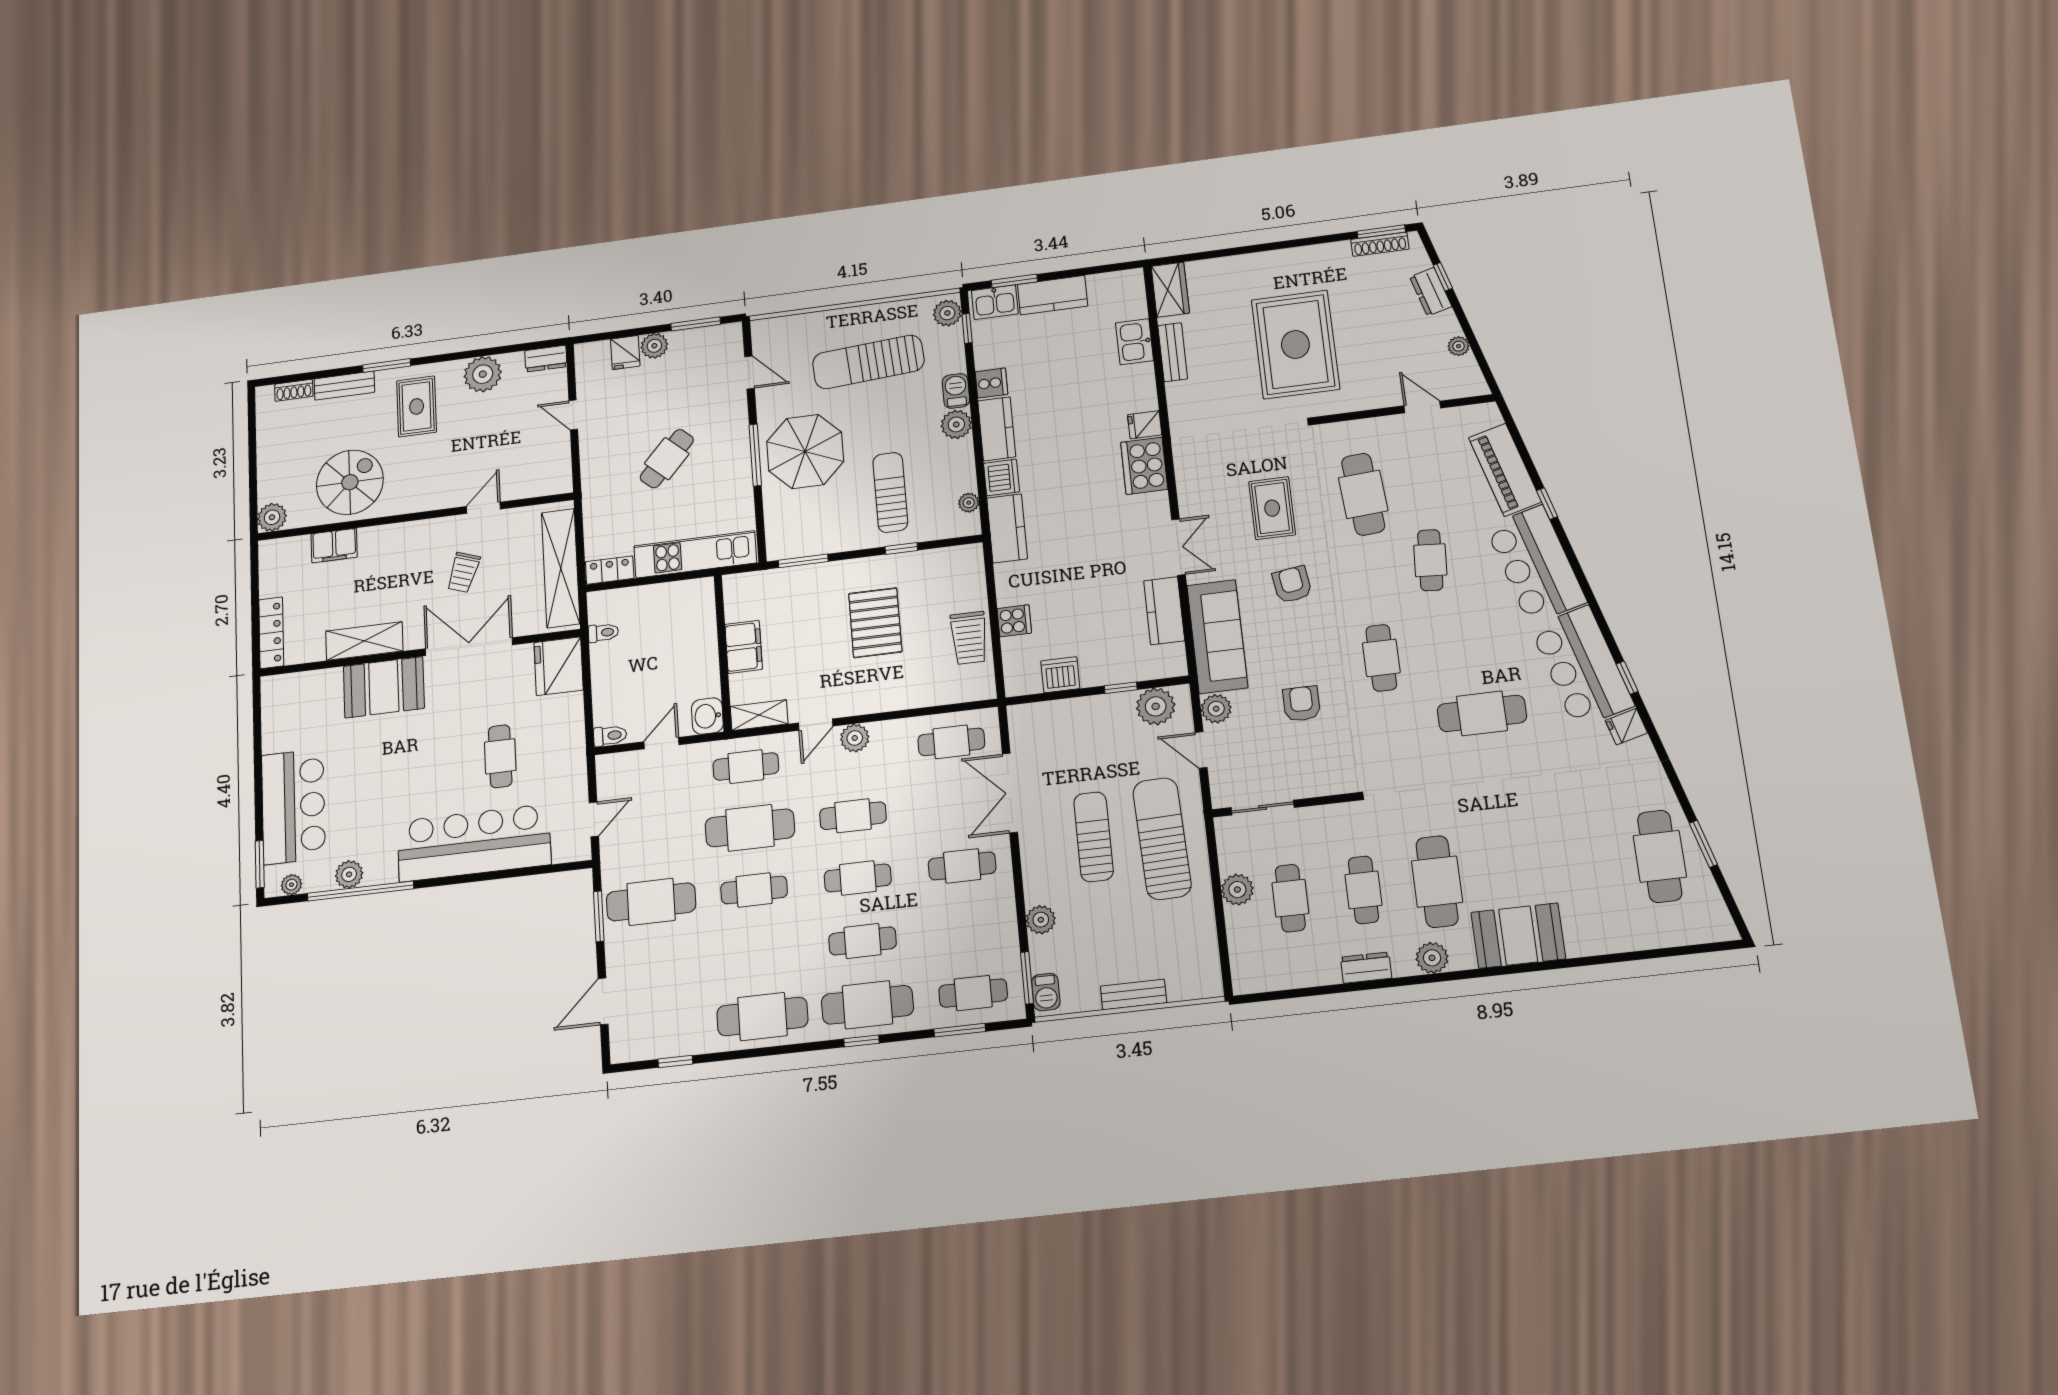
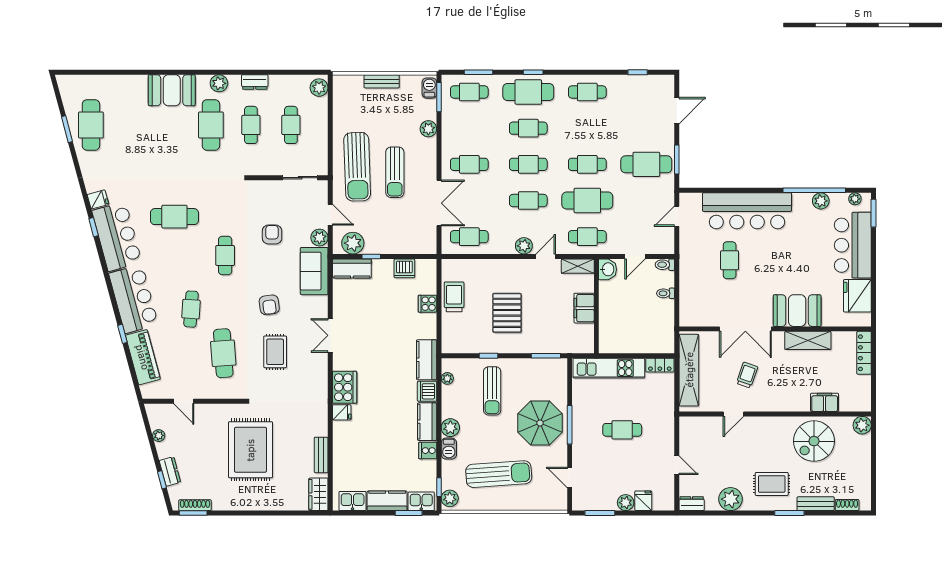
kitchen sink: (1135, 342) -> (353, 501), moved, turned -90
rug: (417, 406) -> (772, 484), turned 90
cafe table: (667, 459) -> (622, 430), turned 48
kitchen counter: (1164, 611) -> (352, 268), moved, turned 90
toilet: (603, 633) -> (666, 293), moved
sofa: (1217, 636) -> (314, 271), width x0.73
fridge: (559, 666) -> (857, 296), moved, turned 180
armchair: (1302, 704) -> (272, 235), turned 180
plant: (1237, 890) -> (319, 88), moved
cafe table: (762, 1017) -> (587, 92), width x0.73, depth x0.74

